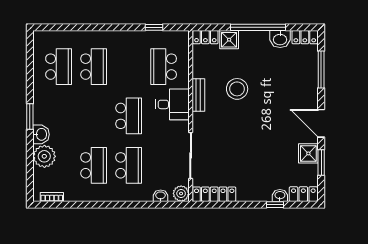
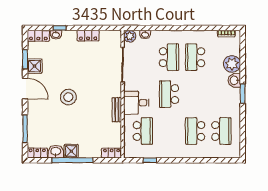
shower: (229, 40) -> (71, 151), moved
school desk: (59, 67) -> (221, 131), turned 180
stool: (237, 89) -> (68, 97), moved
school desk: (129, 165) -> (169, 57), turned 180
locker: (214, 194) -> (88, 36), moved, width x0.66

